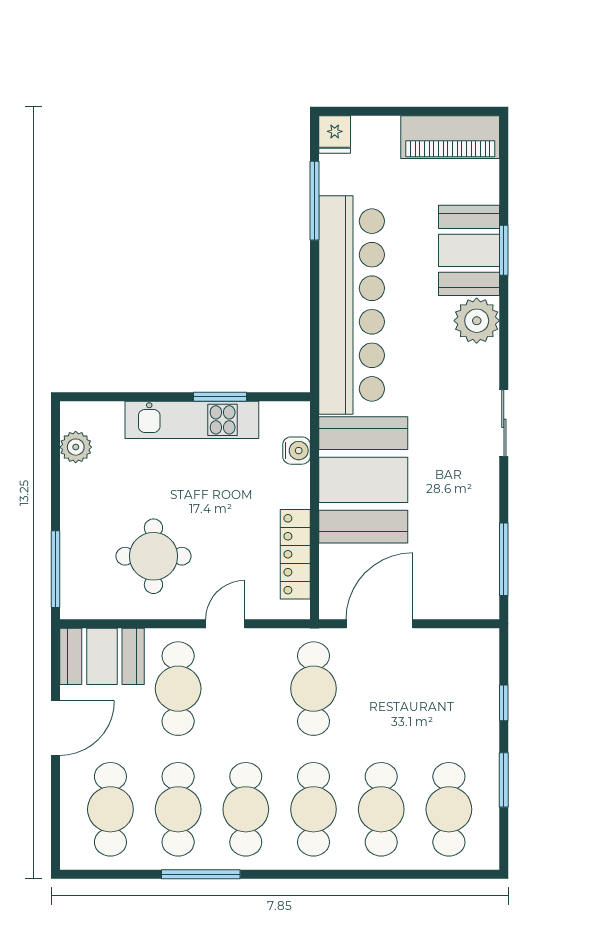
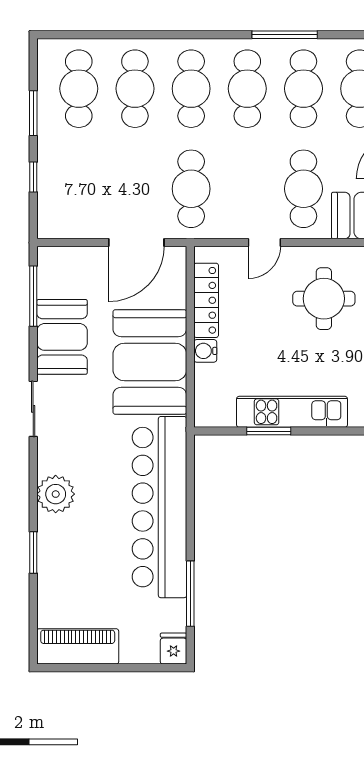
booth: (469, 250) -> (62, 337), moved
water cooler: (296, 451) -> (205, 351), moved

